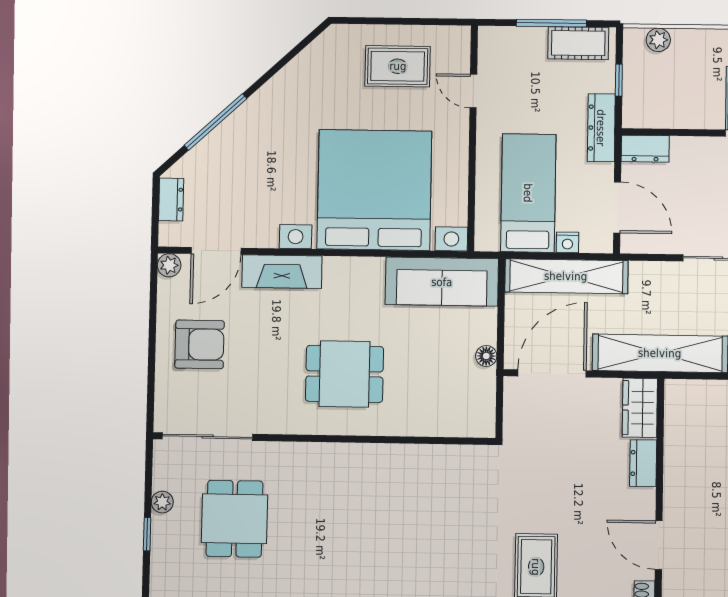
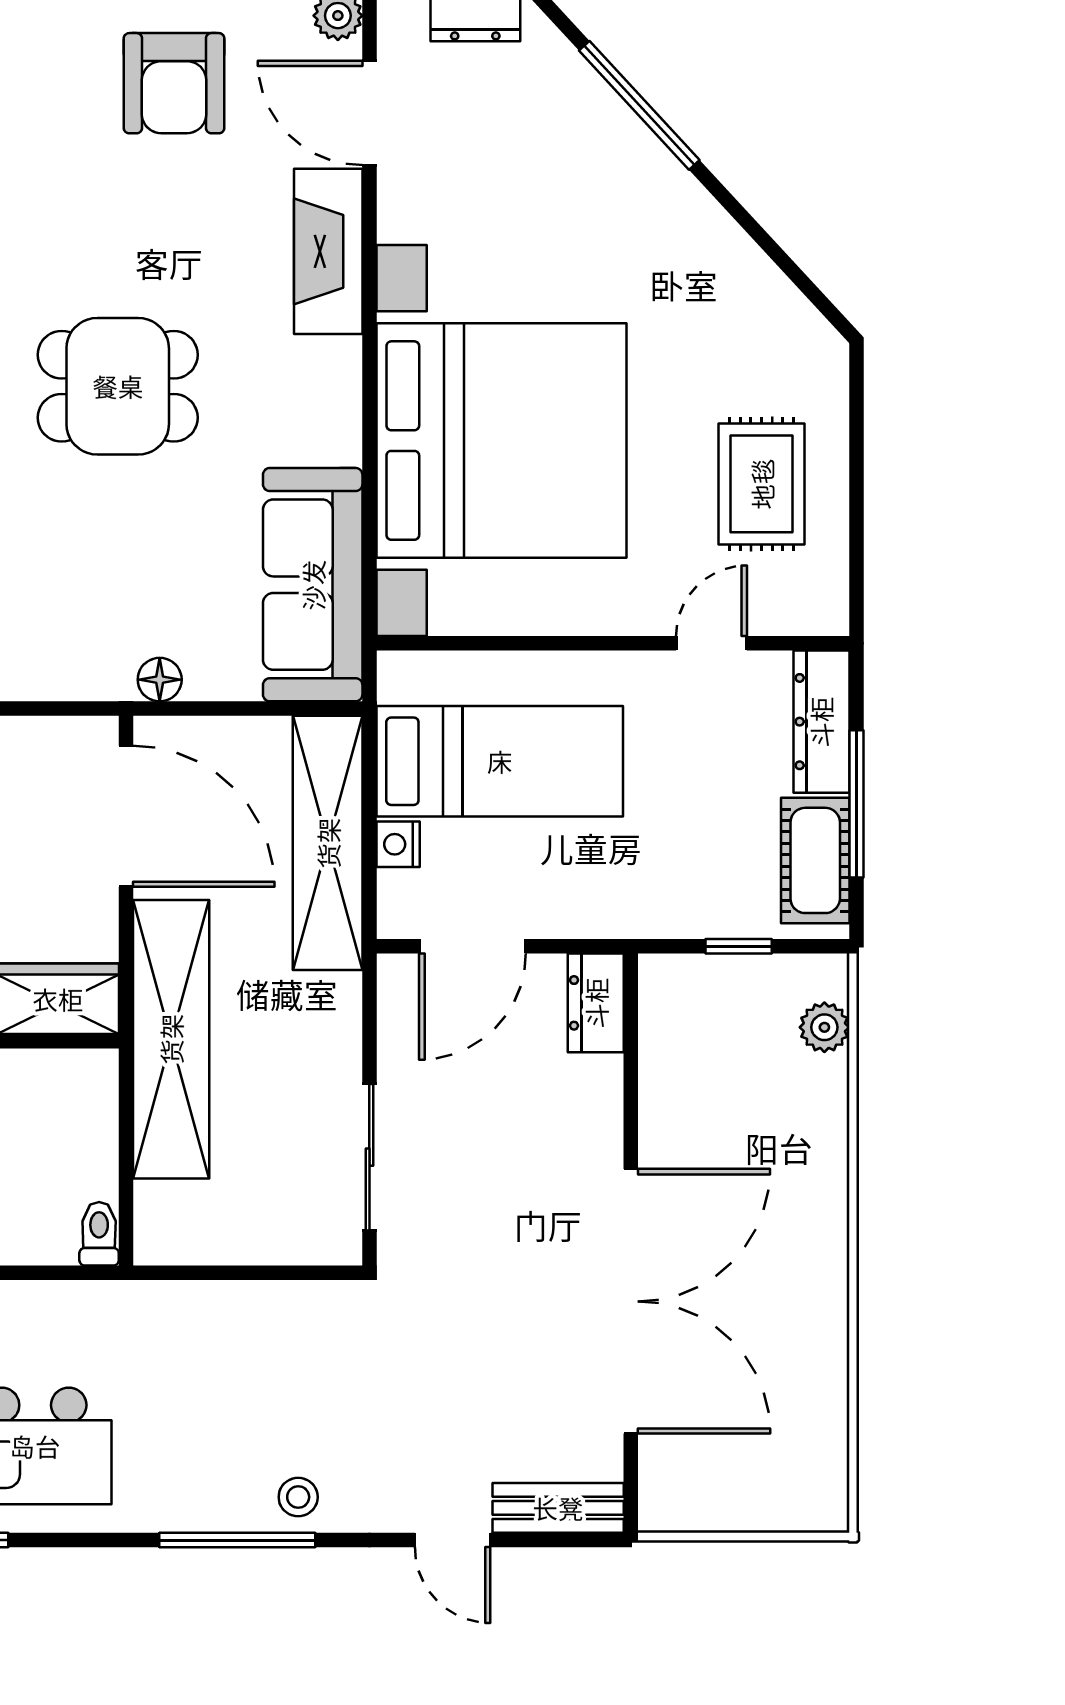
dresser: (601, 128) -> (821, 722), moved, turned -90
dining table: (345, 374) -> (118, 386), turned 90

